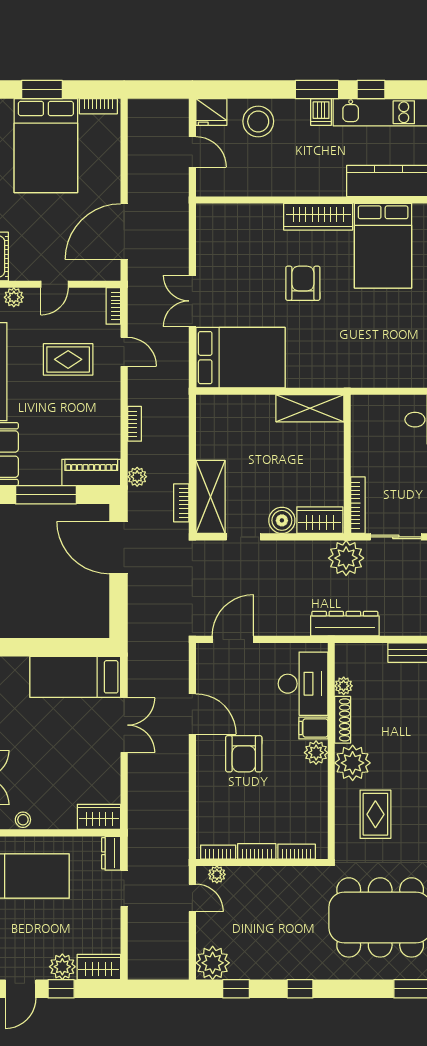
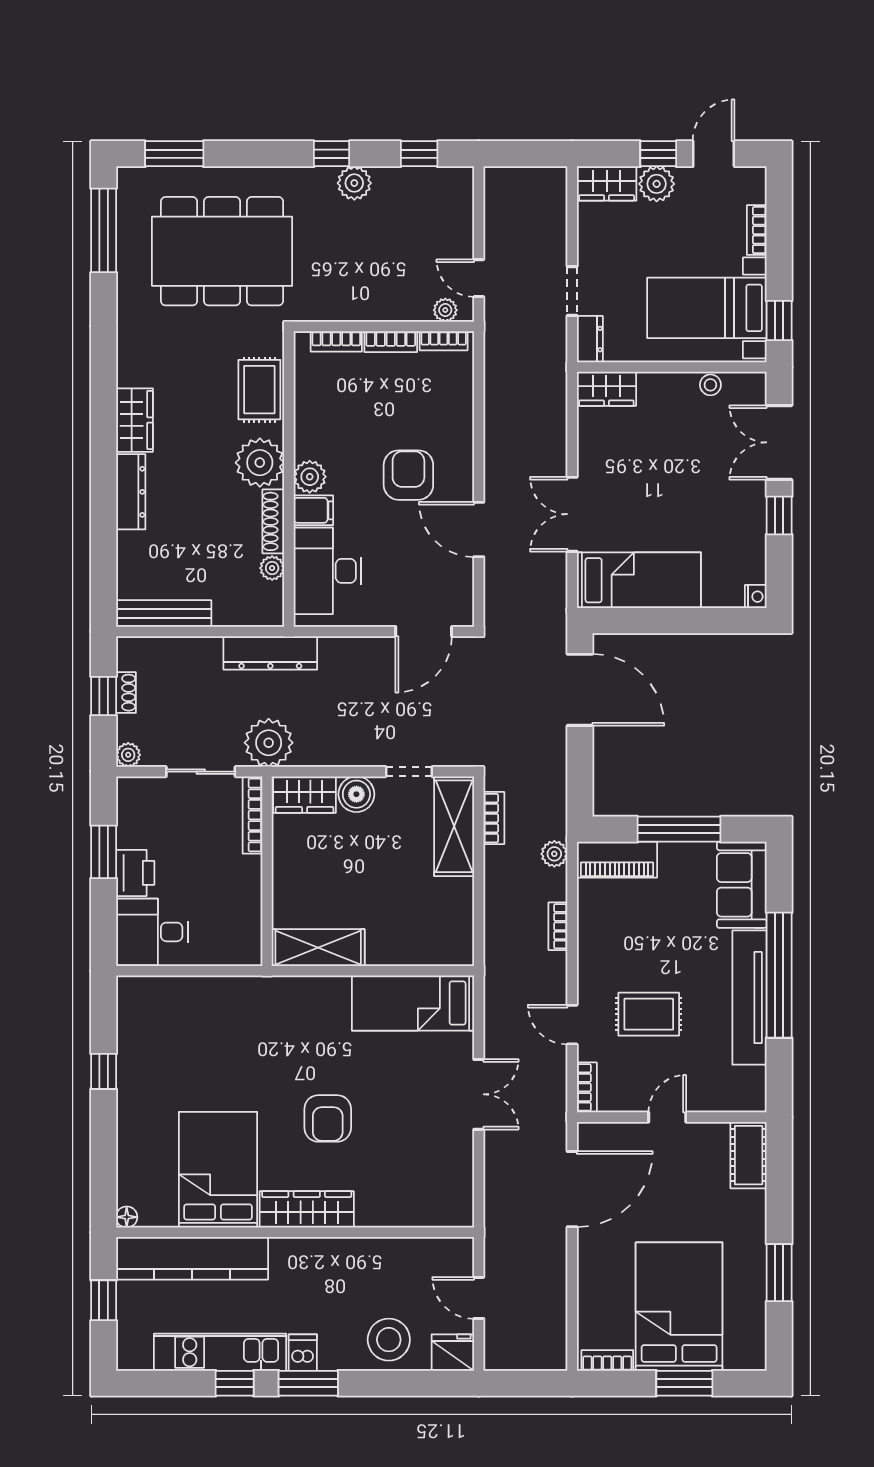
plant: (14, 297) -> (723, 1099), removed
bed: (241, 358) -> (413, 1003), width x0.67
door: (118, 548) -> (580, 690), moved
rug: (375, 814) -> (259, 390), moved
plant: (213, 963) -> (354, 183), moved, width x0.73, depth x0.73

